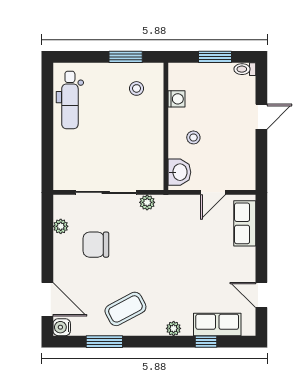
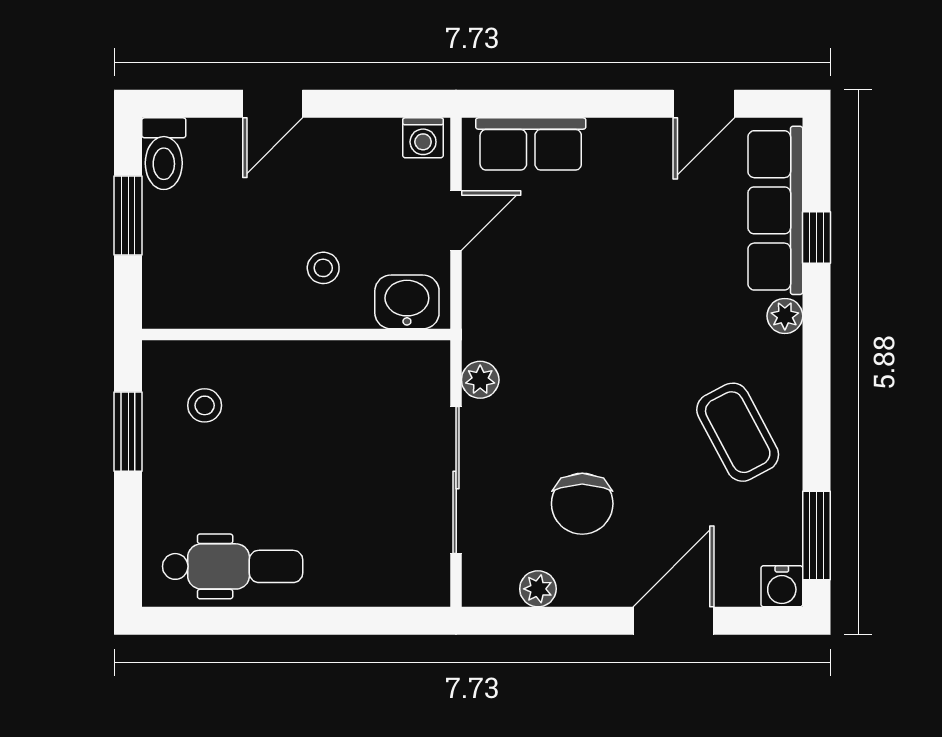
toilet: (245, 69) -> (164, 154), width x1.37, depth x1.39
washing machine: (176, 99) -> (423, 138), moved, turned 180
door: (261, 117) -> (273, 104), swing flipped
door: (213, 192) -> (456, 221), hinge flipped
door: (47, 299) -> (674, 621), moved
row of seats: (217, 324) -> (775, 210), width x1.48
window: (104, 342) -> (816, 535), moved

